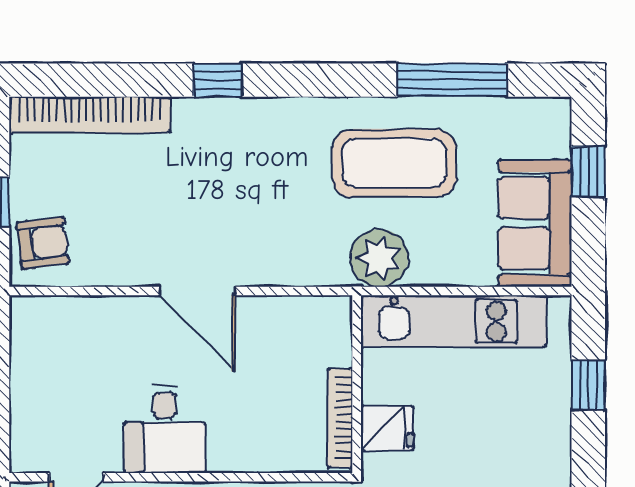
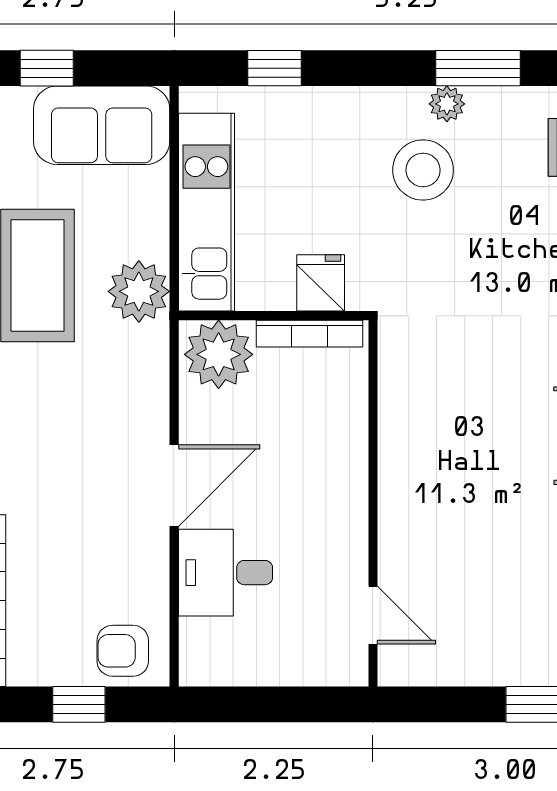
armchair: (43, 243) -> (123, 651), turned -83
plant: (320, 333) -> (219, 354), added
desk: (165, 429) -> (225, 573), moved, turned 180

